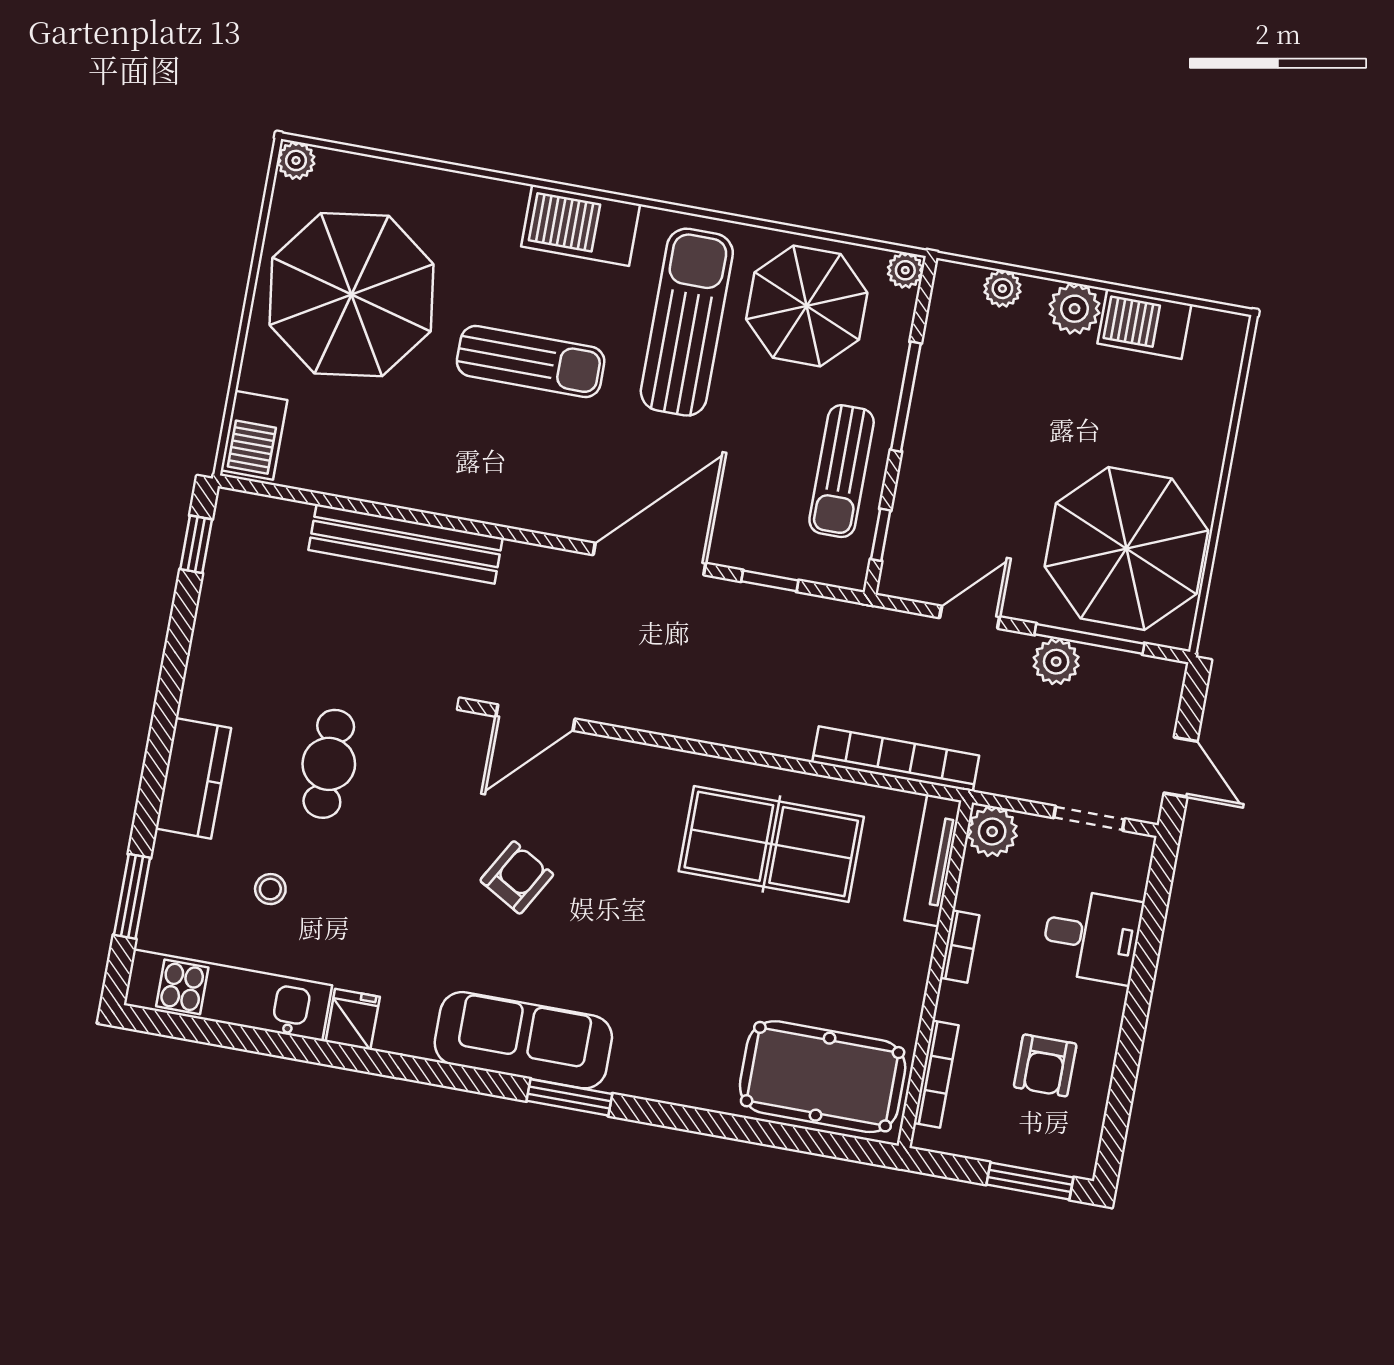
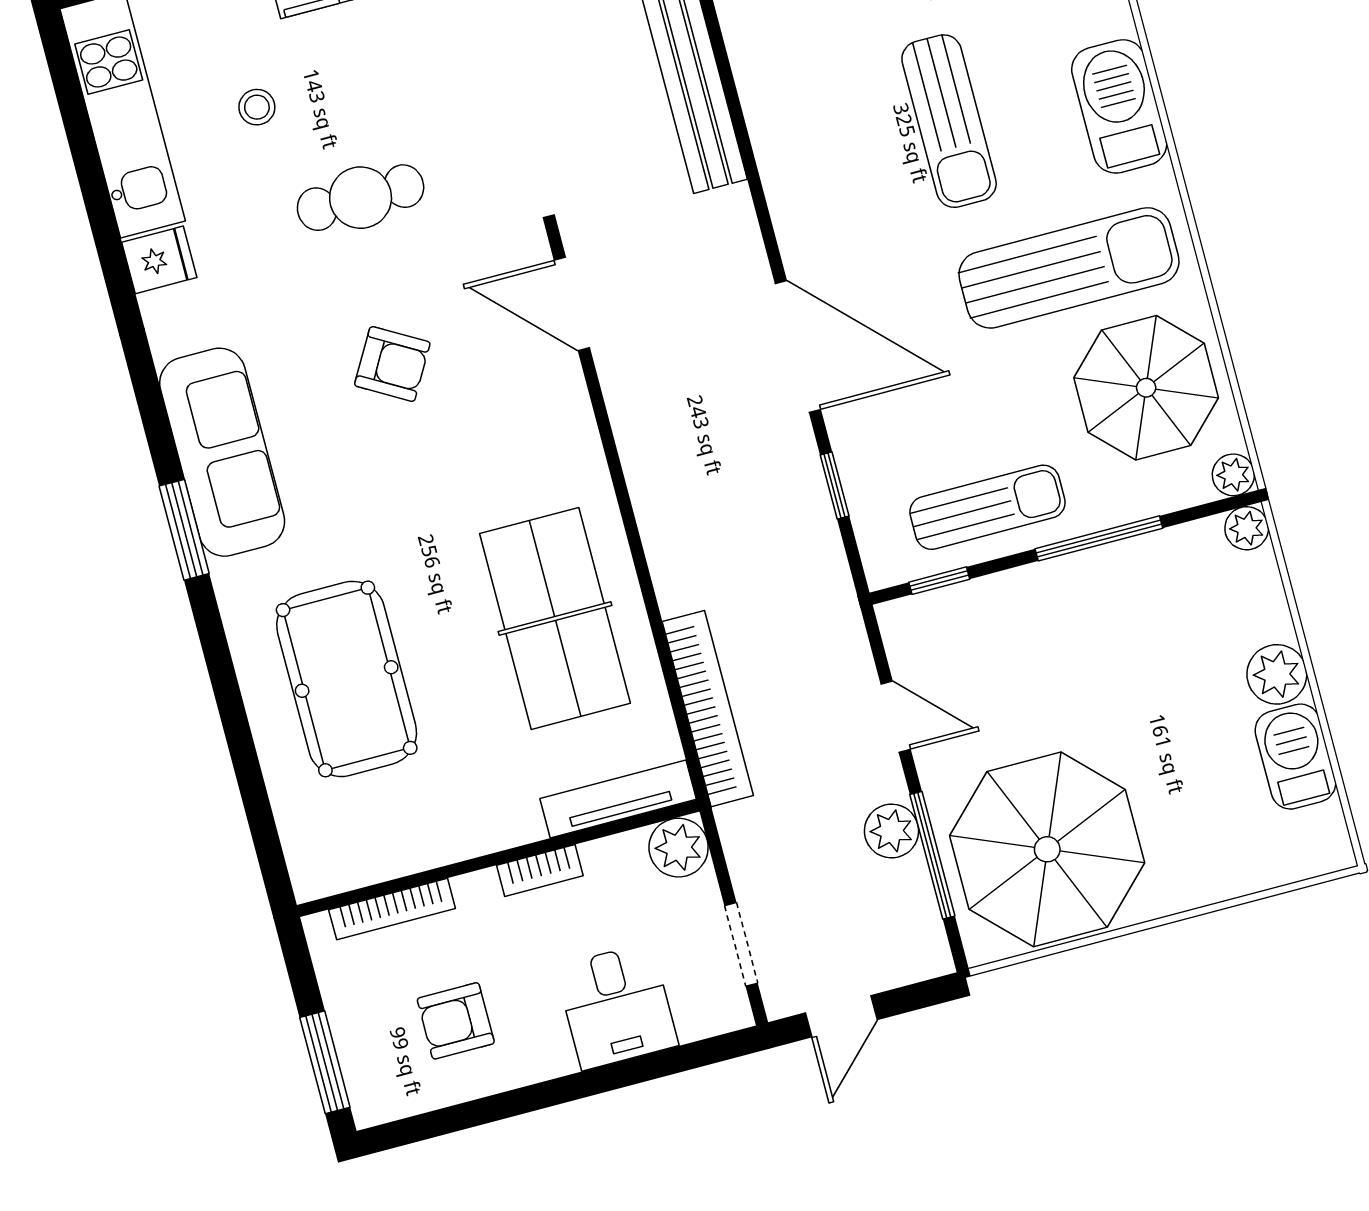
plant: (1002, 289) -> (1247, 528), moved
sun lounger: (842, 471) -> (987, 507), turned 180
cafe table: (329, 764) -> (361, 198), moved
pool table: (823, 1077) -> (347, 679), moved

